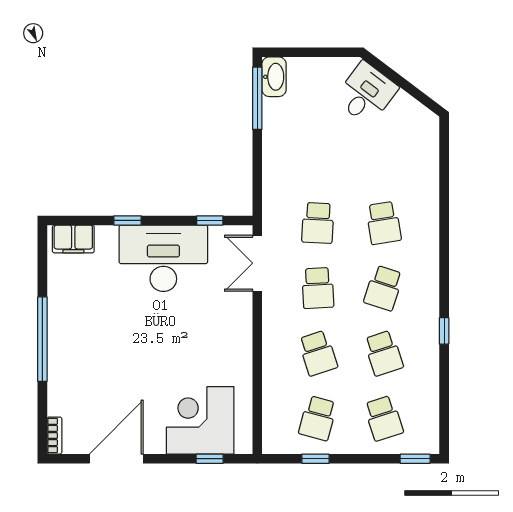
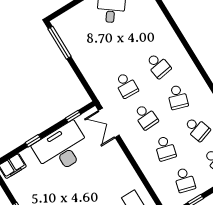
washbasin: (274, 77) -> (61, 27), removed
school desk: (318, 353) -> (165, 148), turned 33

